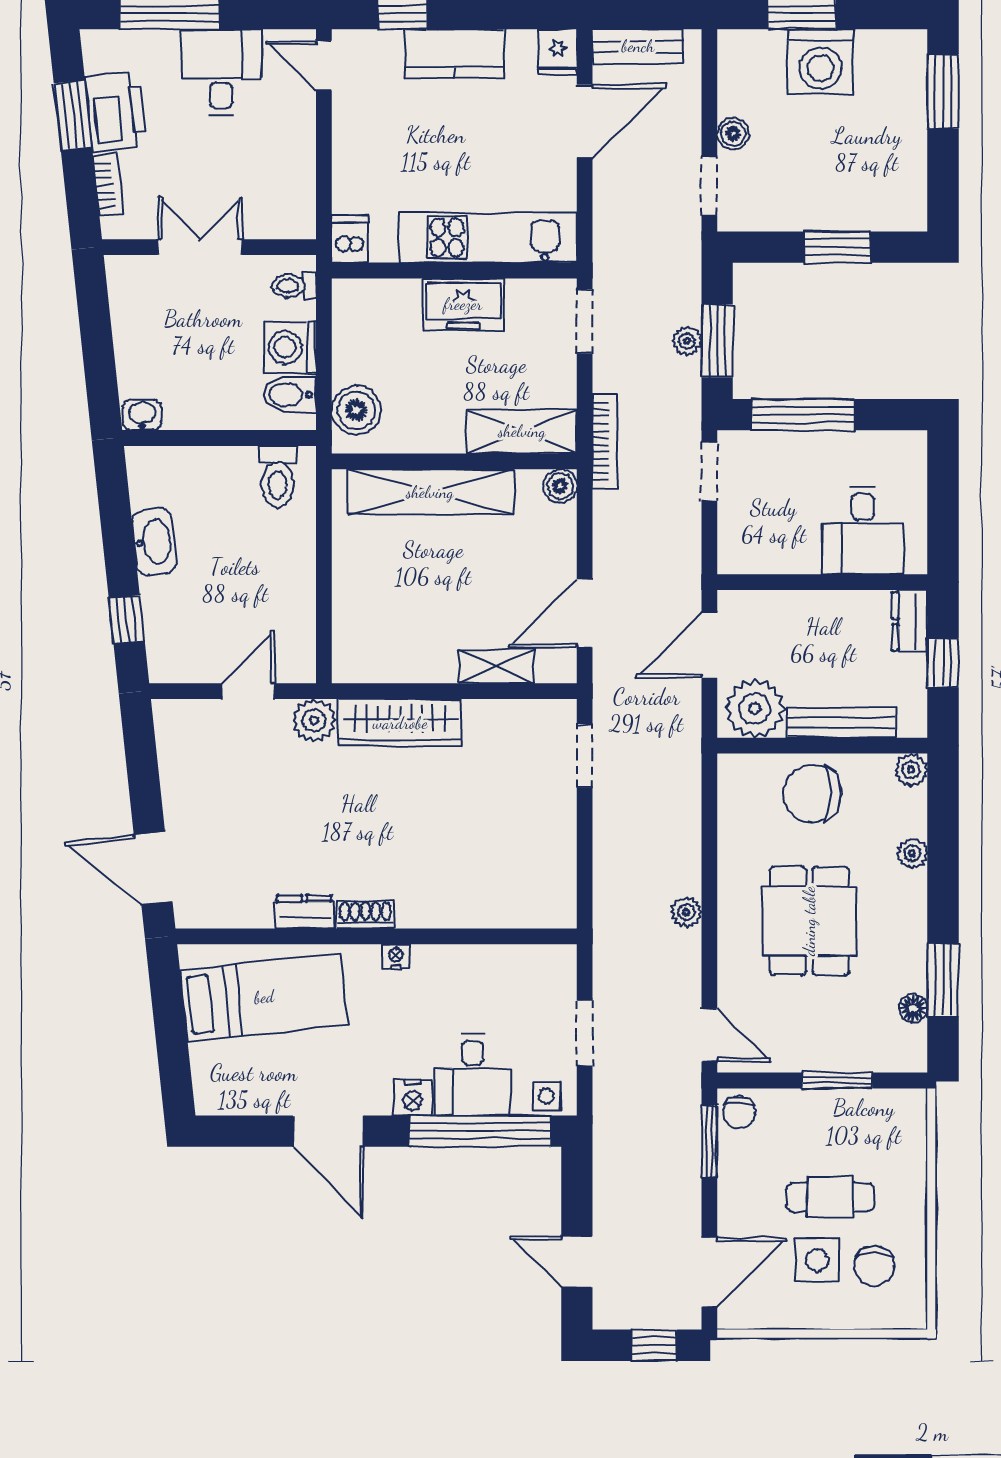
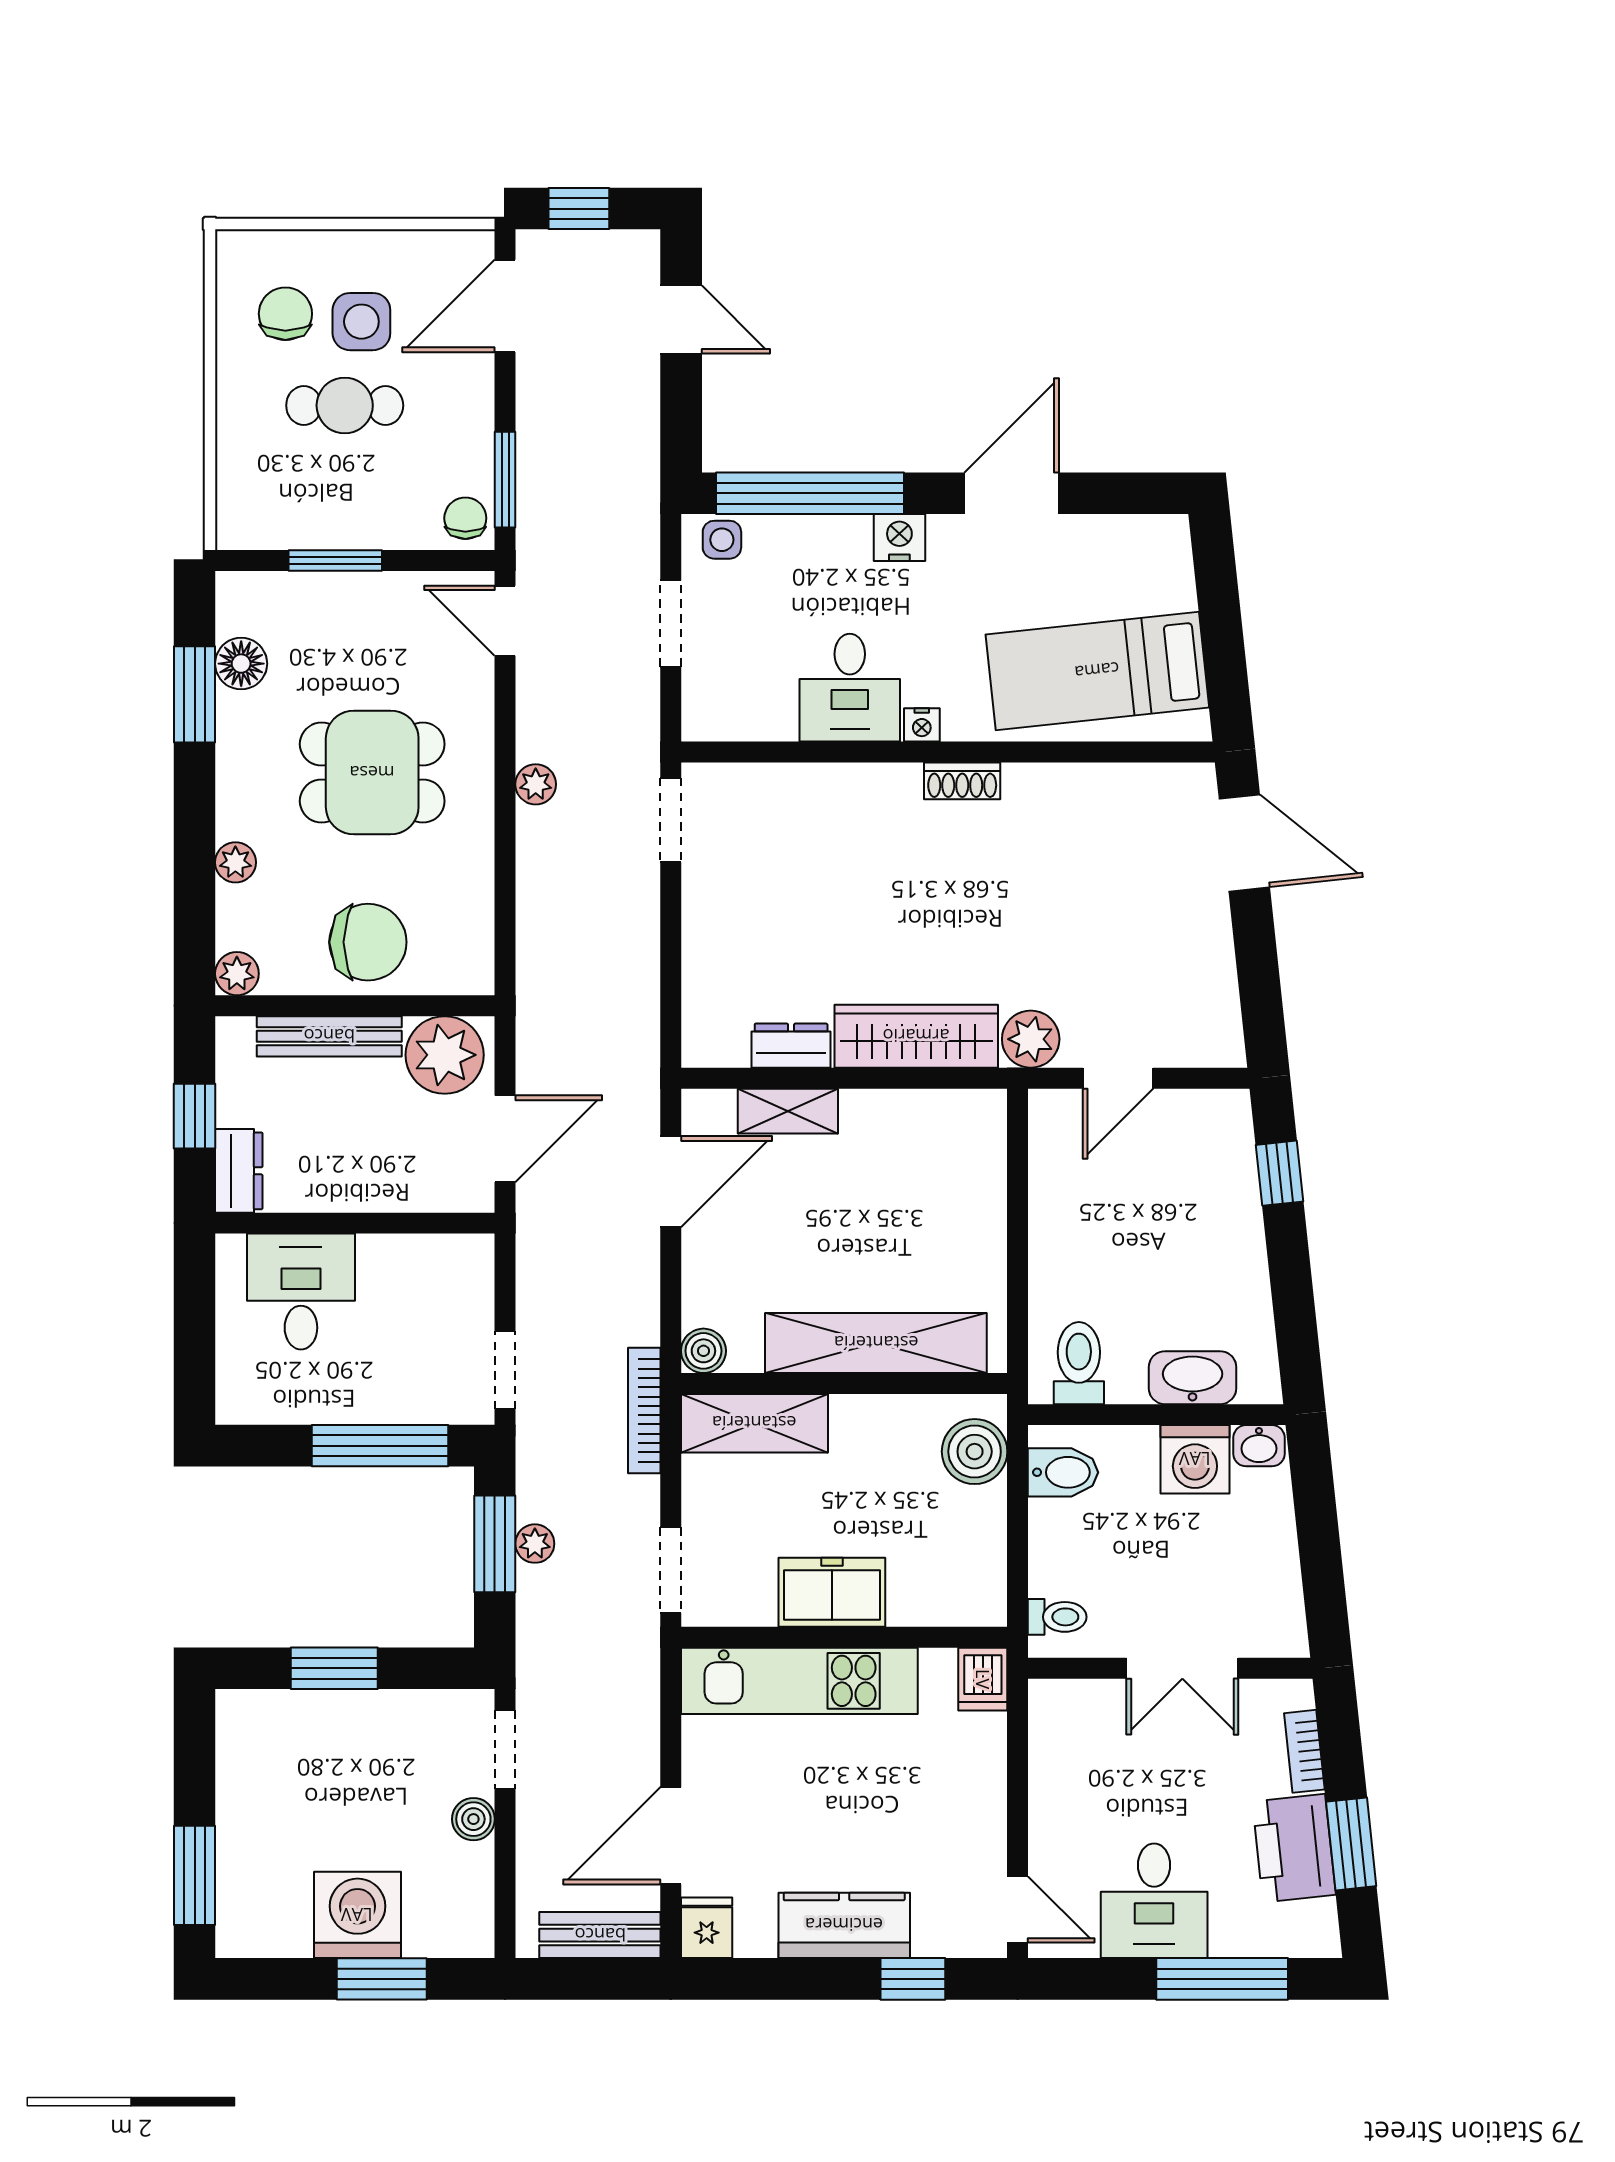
washing machine: (290, 347) -> (1195, 1459), moved, turned 90
washbasin: (154, 542) -> (1193, 1378), moved, turned 96
doorway: (585, 756) -> (671, 820), moved
dresser: (304, 912) -> (791, 1046), moved, turned 180
dining table: (809, 921) -> (372, 773), turned 90
floor lamp: (913, 1008) -> (241, 664), width x1.37, depth x1.37
desk: (473, 1075) -> (850, 688), moved, turned 180
door: (328, 1131) -> (1012, 493), hinge flipped

